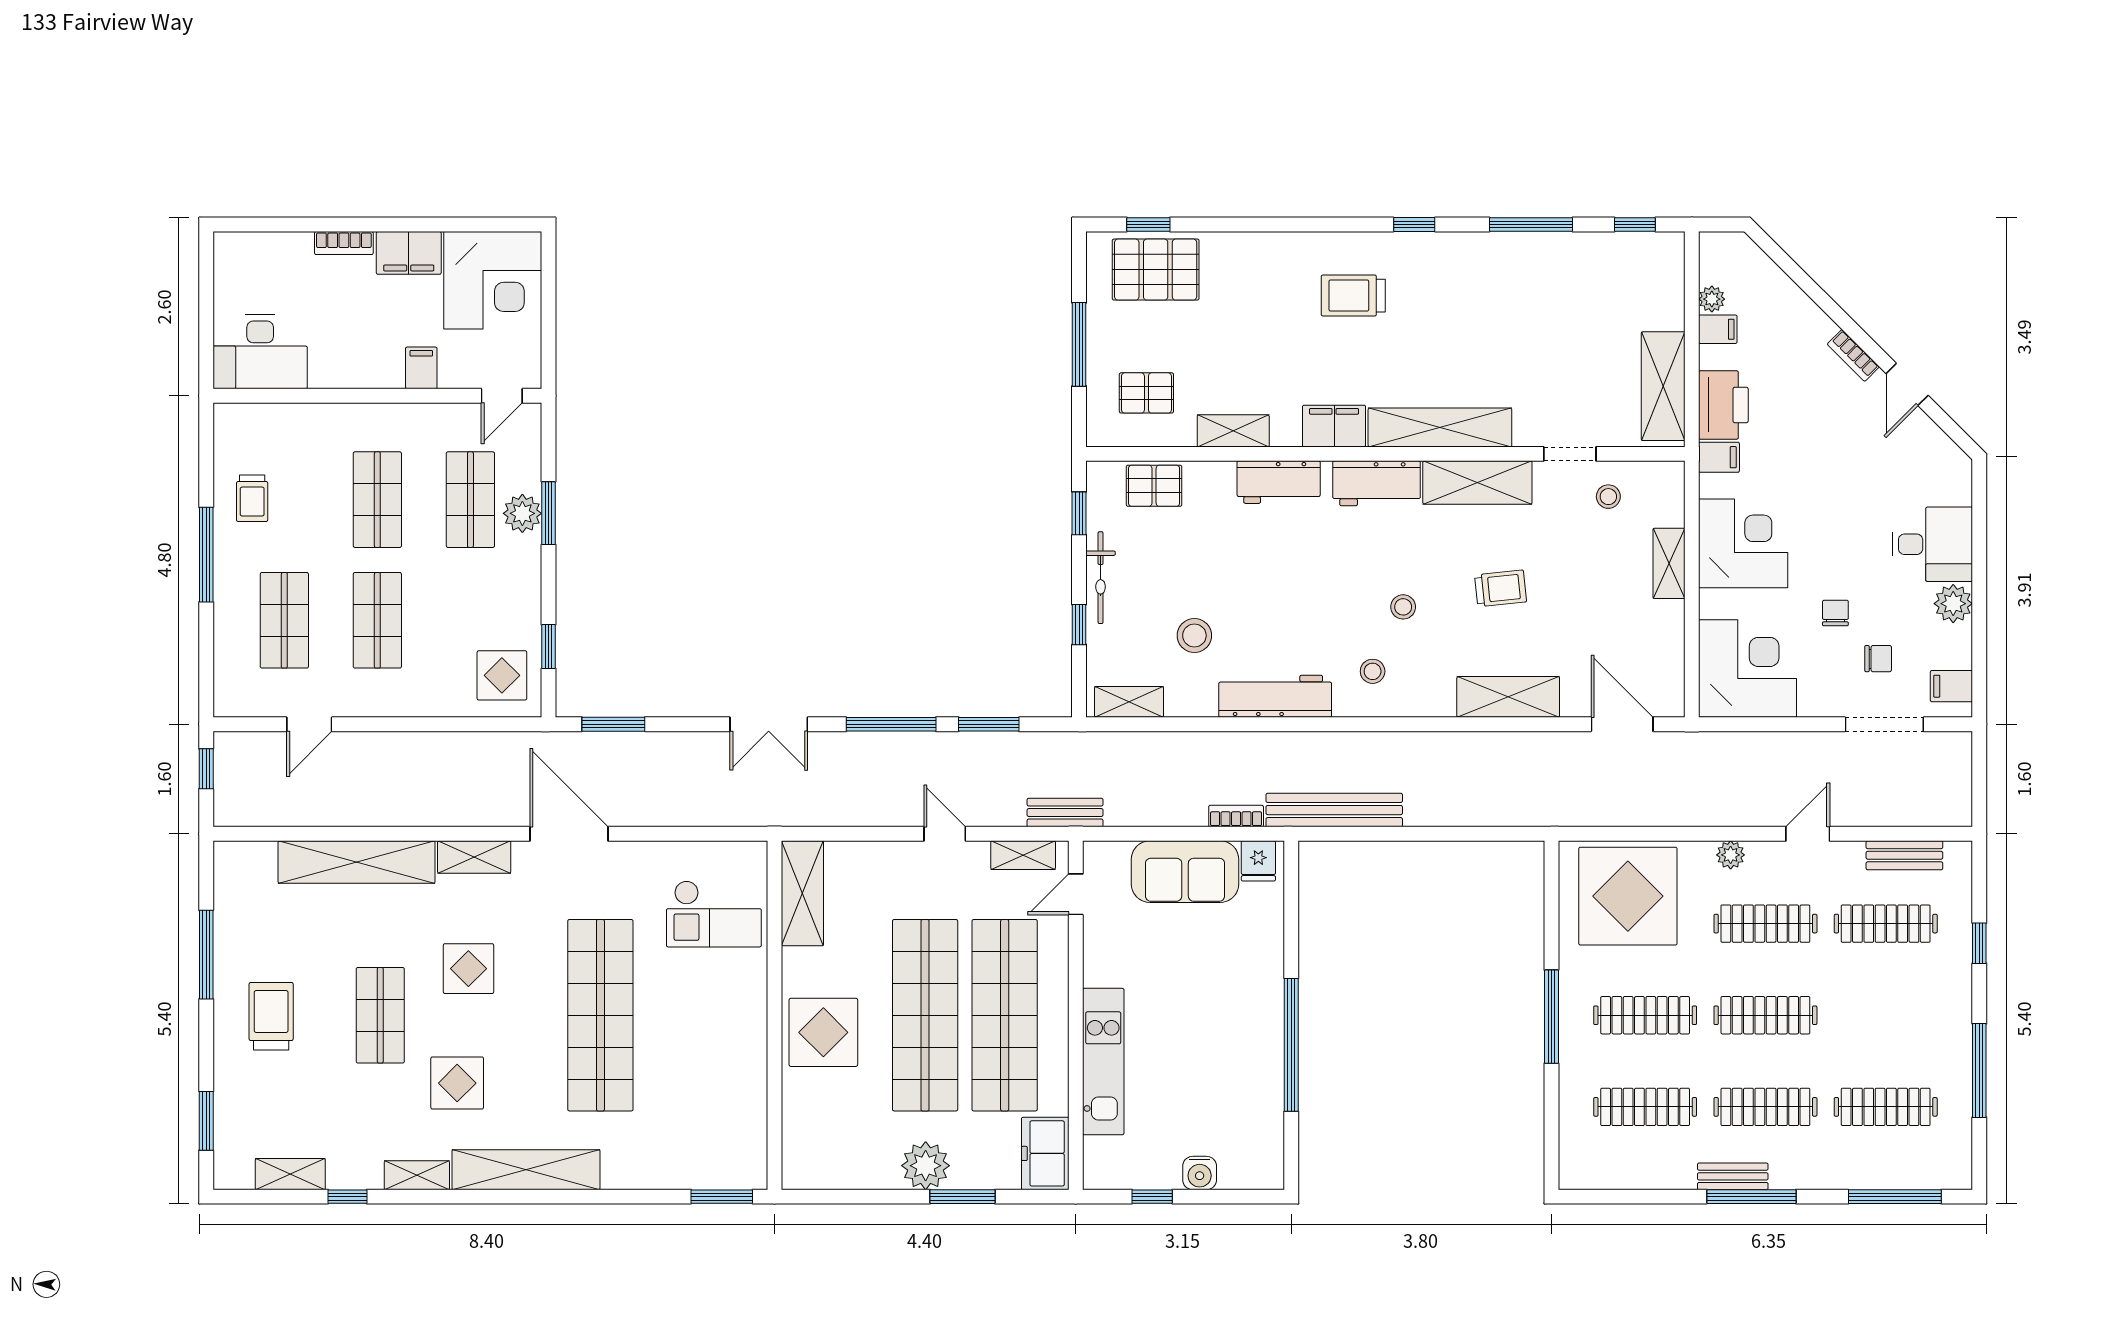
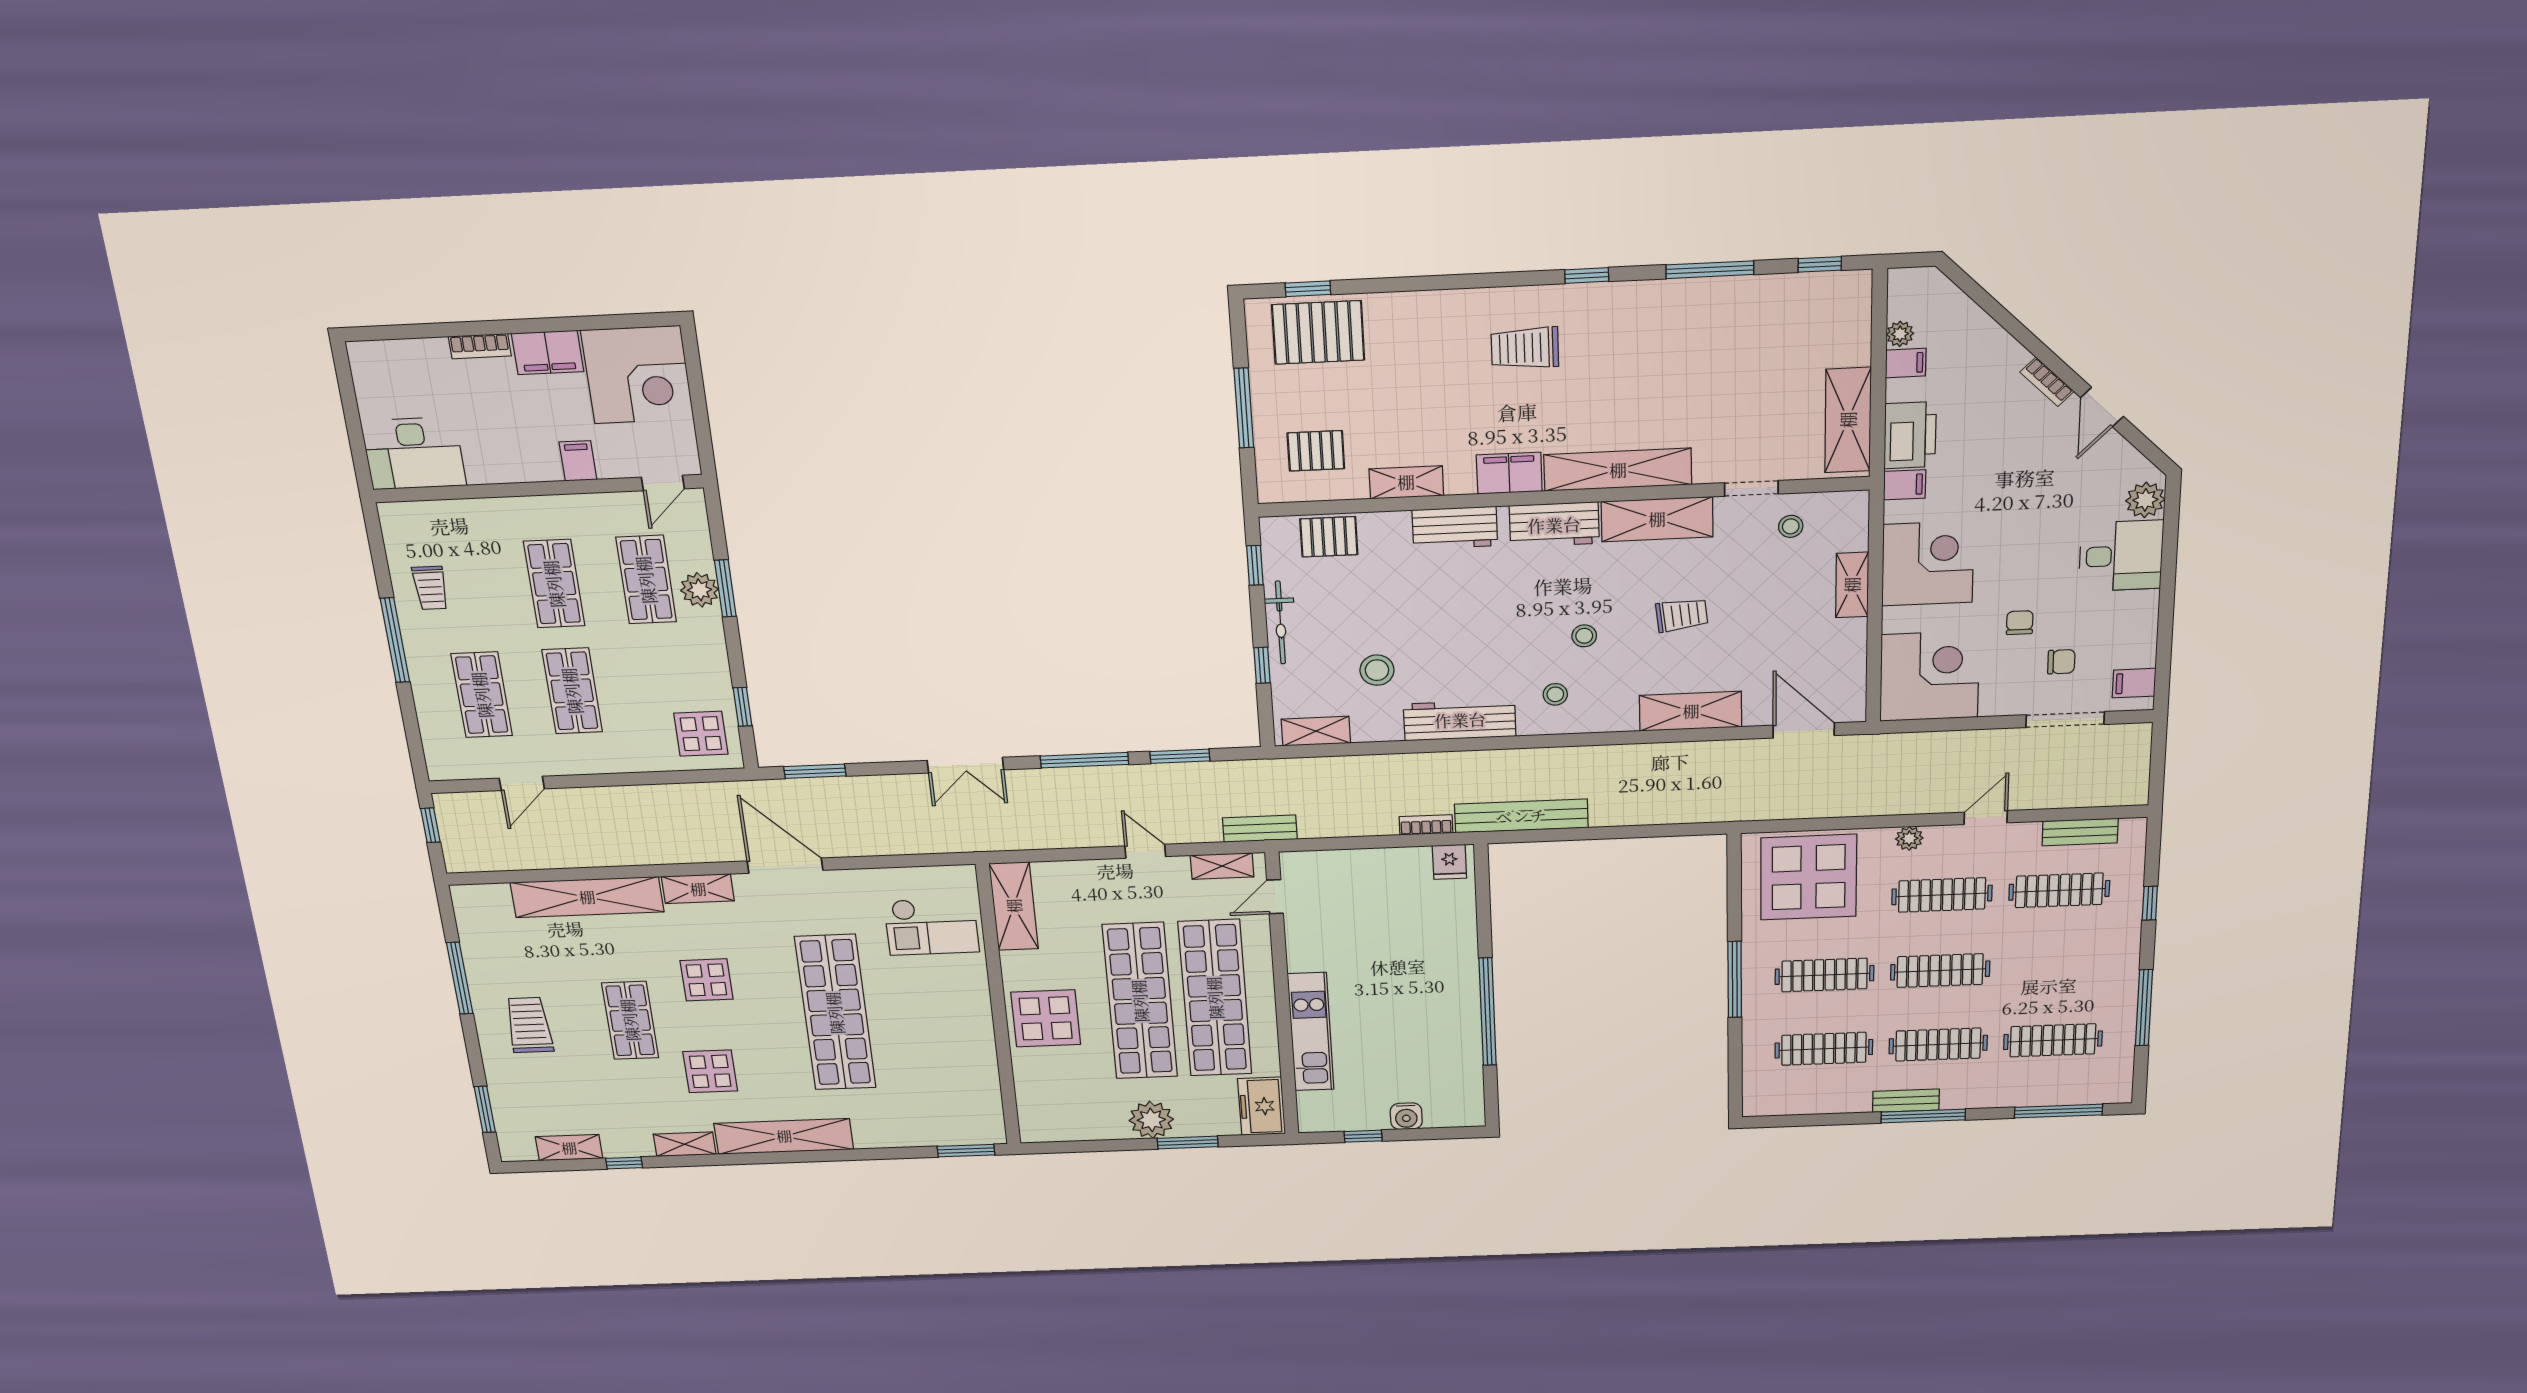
plant: (1953, 604) -> (2145, 500), moved
sofa: (1185, 872) -> (1379, 874), removed

